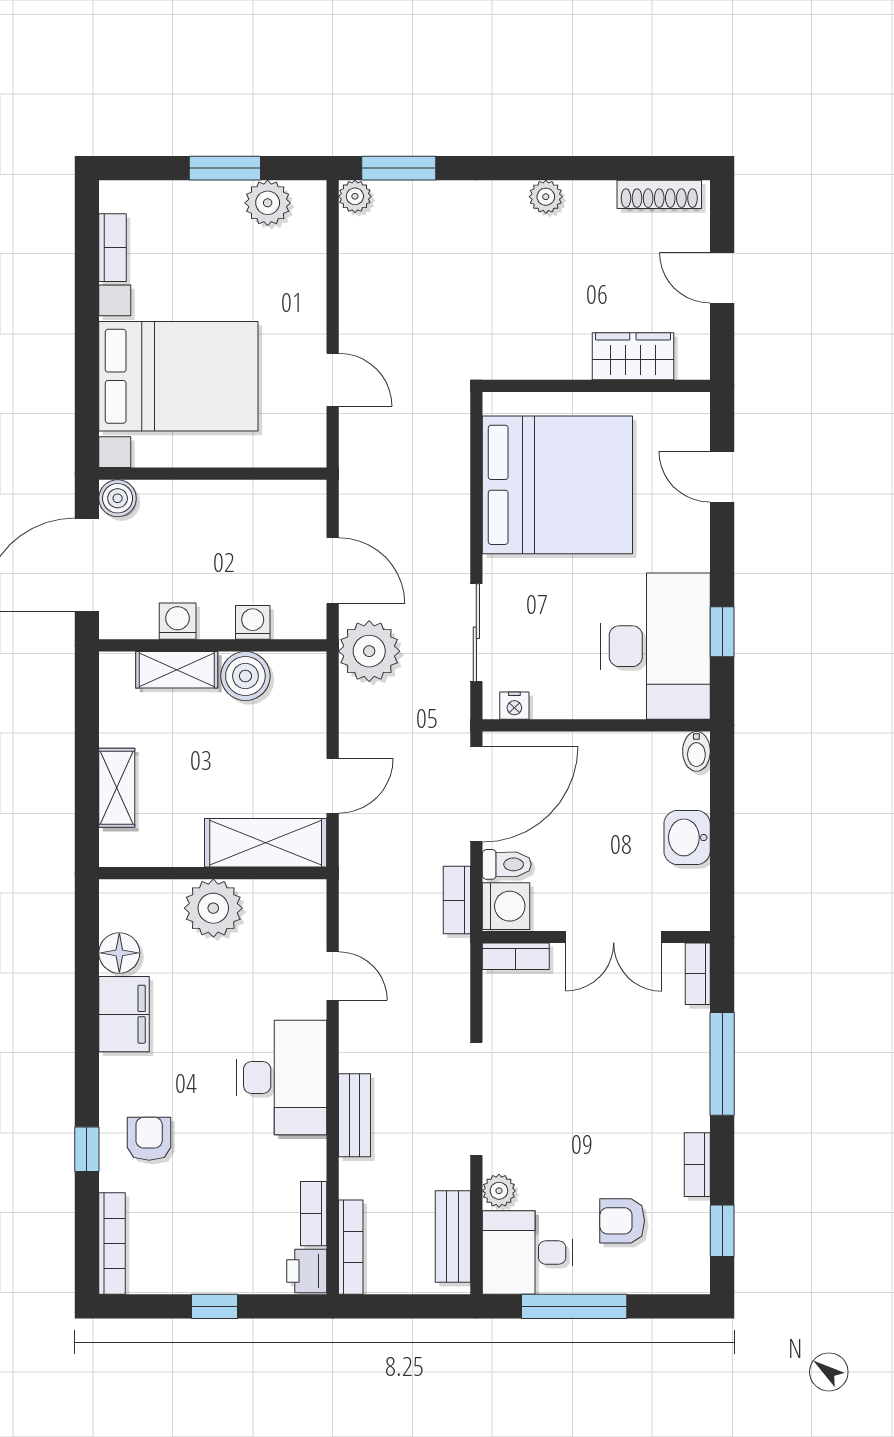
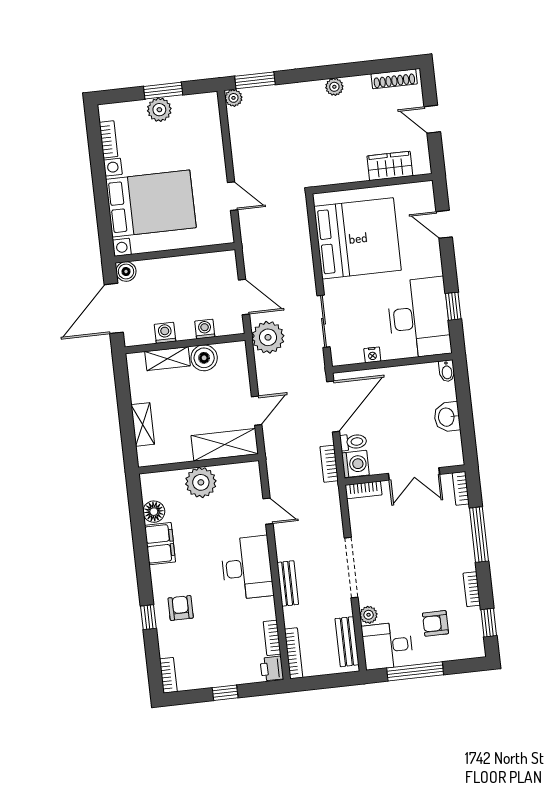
plant: (268, 203) -> (159, 110), moved
nightstand: (514, 706) -> (372, 355), moved
bookcase: (112, 1244) -> (168, 675), width x0.64

